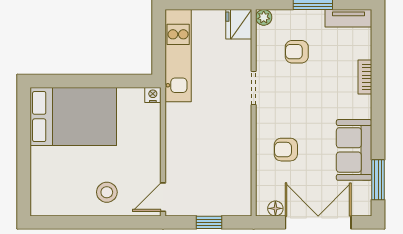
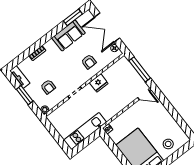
fridge: (239, 24) -> (99, 83), moved
stool: (107, 192) -> (168, 144), moved
window: (209, 222) -> (140, 69), width x2.17

